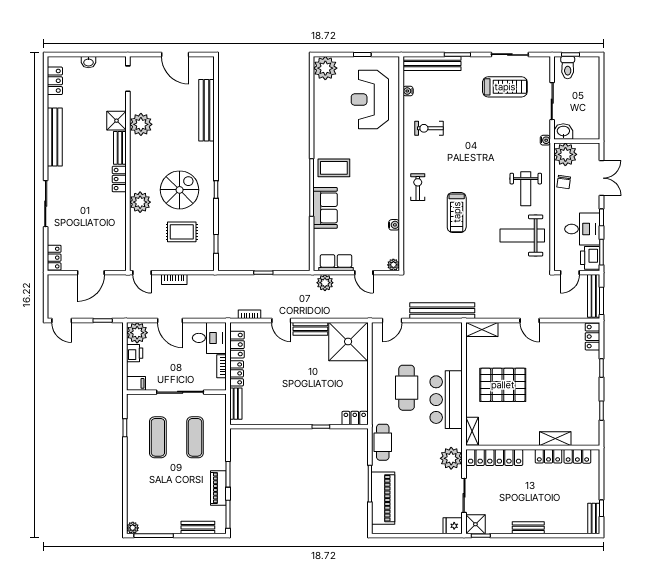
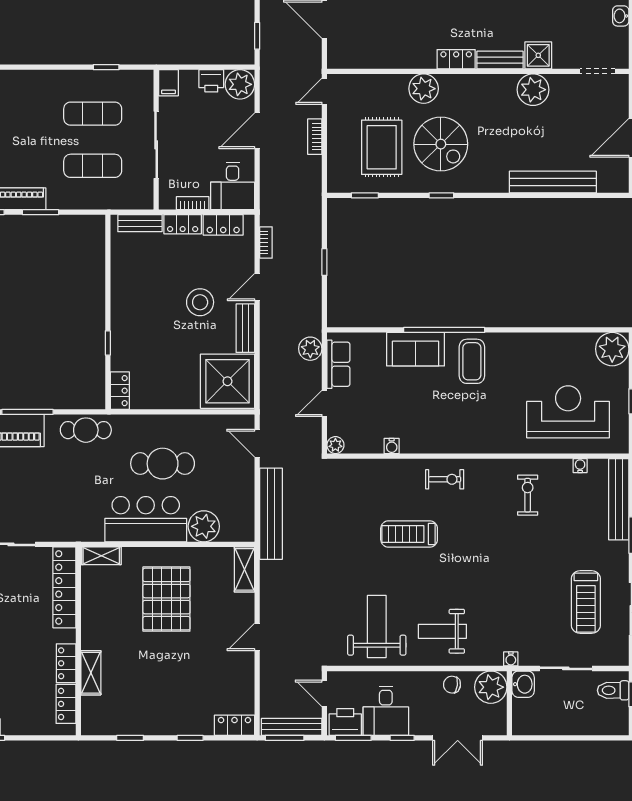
rug: (182, 232) -> (382, 147), width x1.36, depth x1.43
stool: (292, 361) -> (200, 302), added
plant: (451, 458) -> (204, 526), moved

